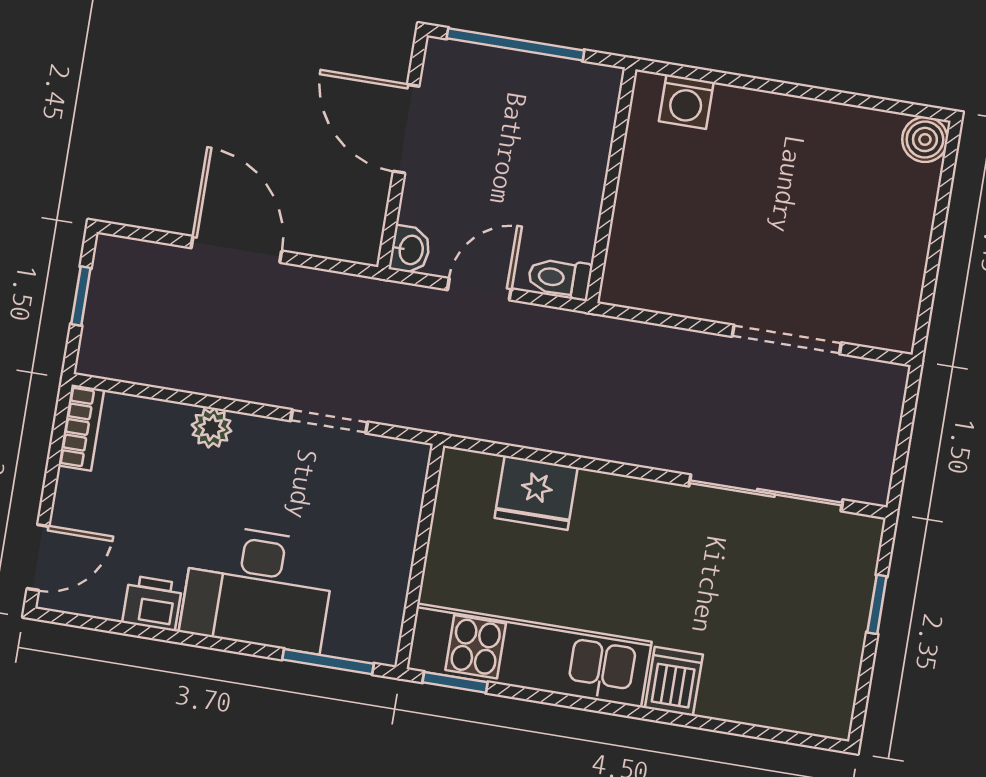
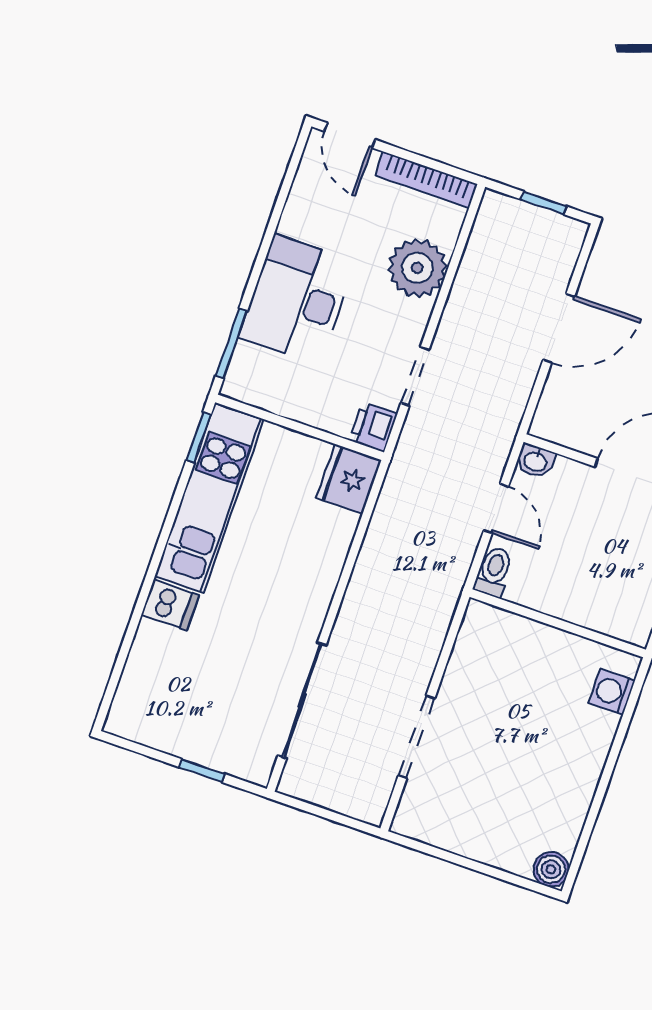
bookcase: (81, 428) -> (426, 180), width x1.56
plant: (212, 428) -> (417, 268), width x1.87, depth x1.87
fridge: (536, 493) -> (349, 479), moved
printer: (152, 603) -> (373, 427), moved, turned 180

